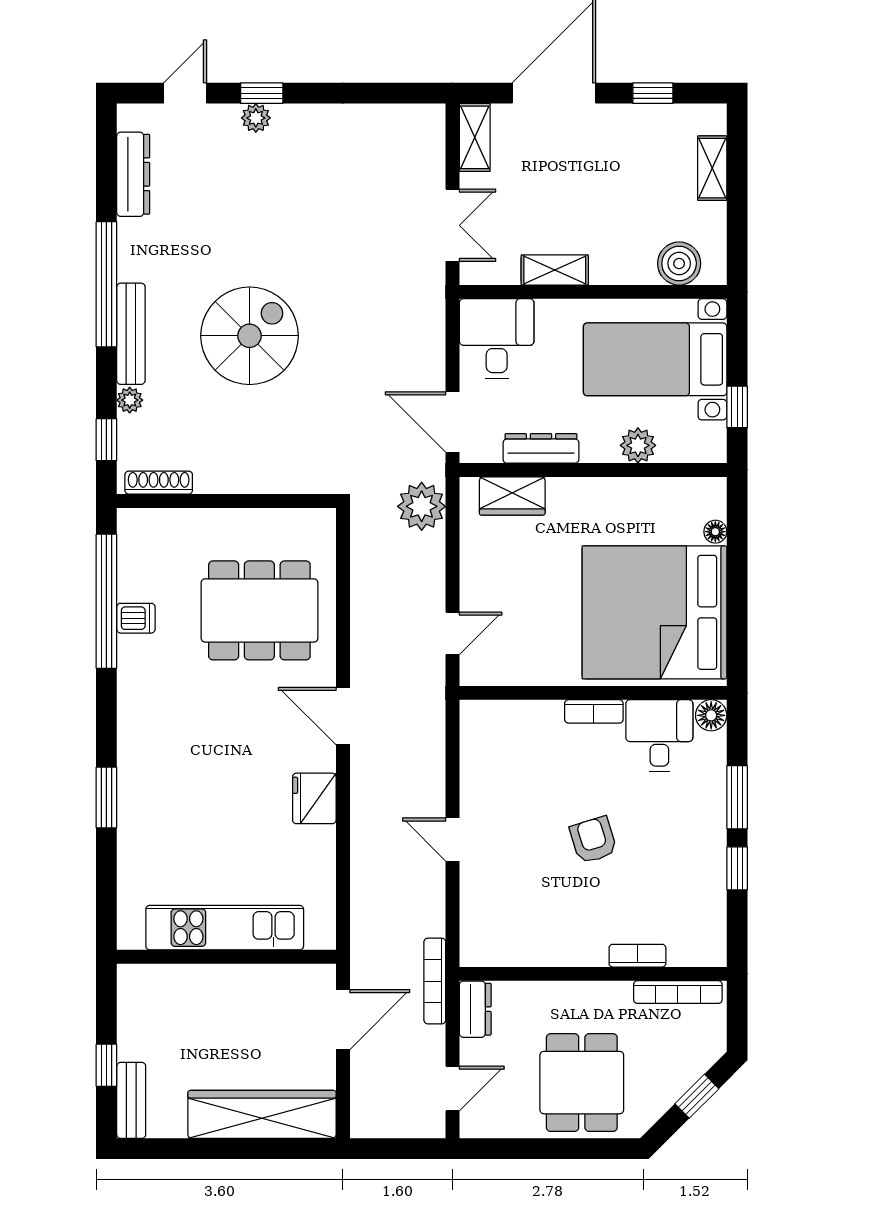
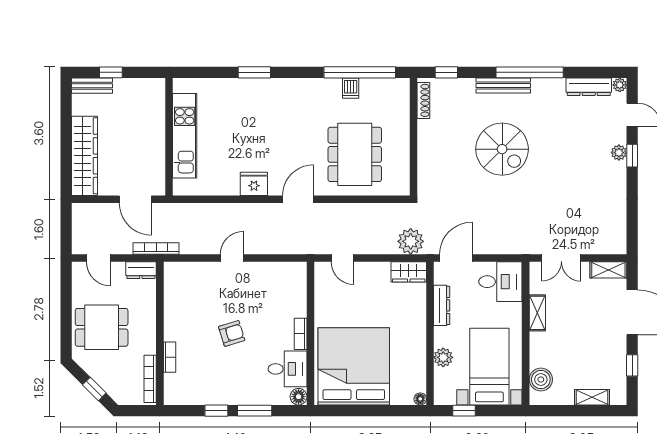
plant: (130, 400) -> (620, 85), moved
wardrobe: (512, 496) -> (409, 272), moved, turned -90
floor lamp: (715, 532) -> (420, 399), moved

